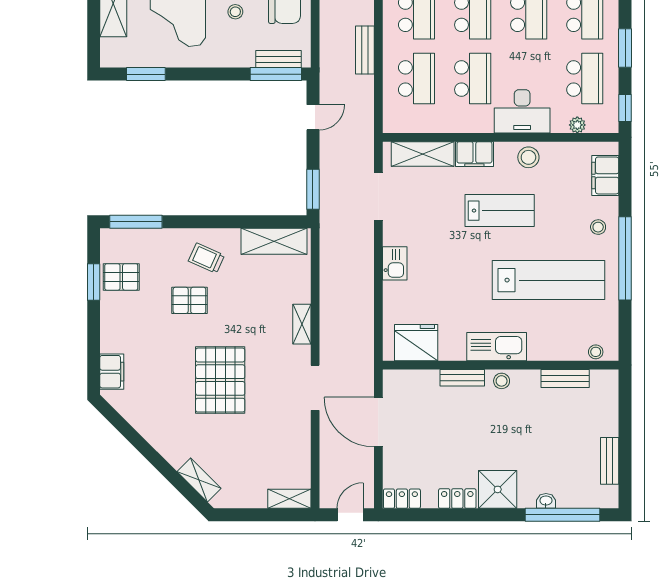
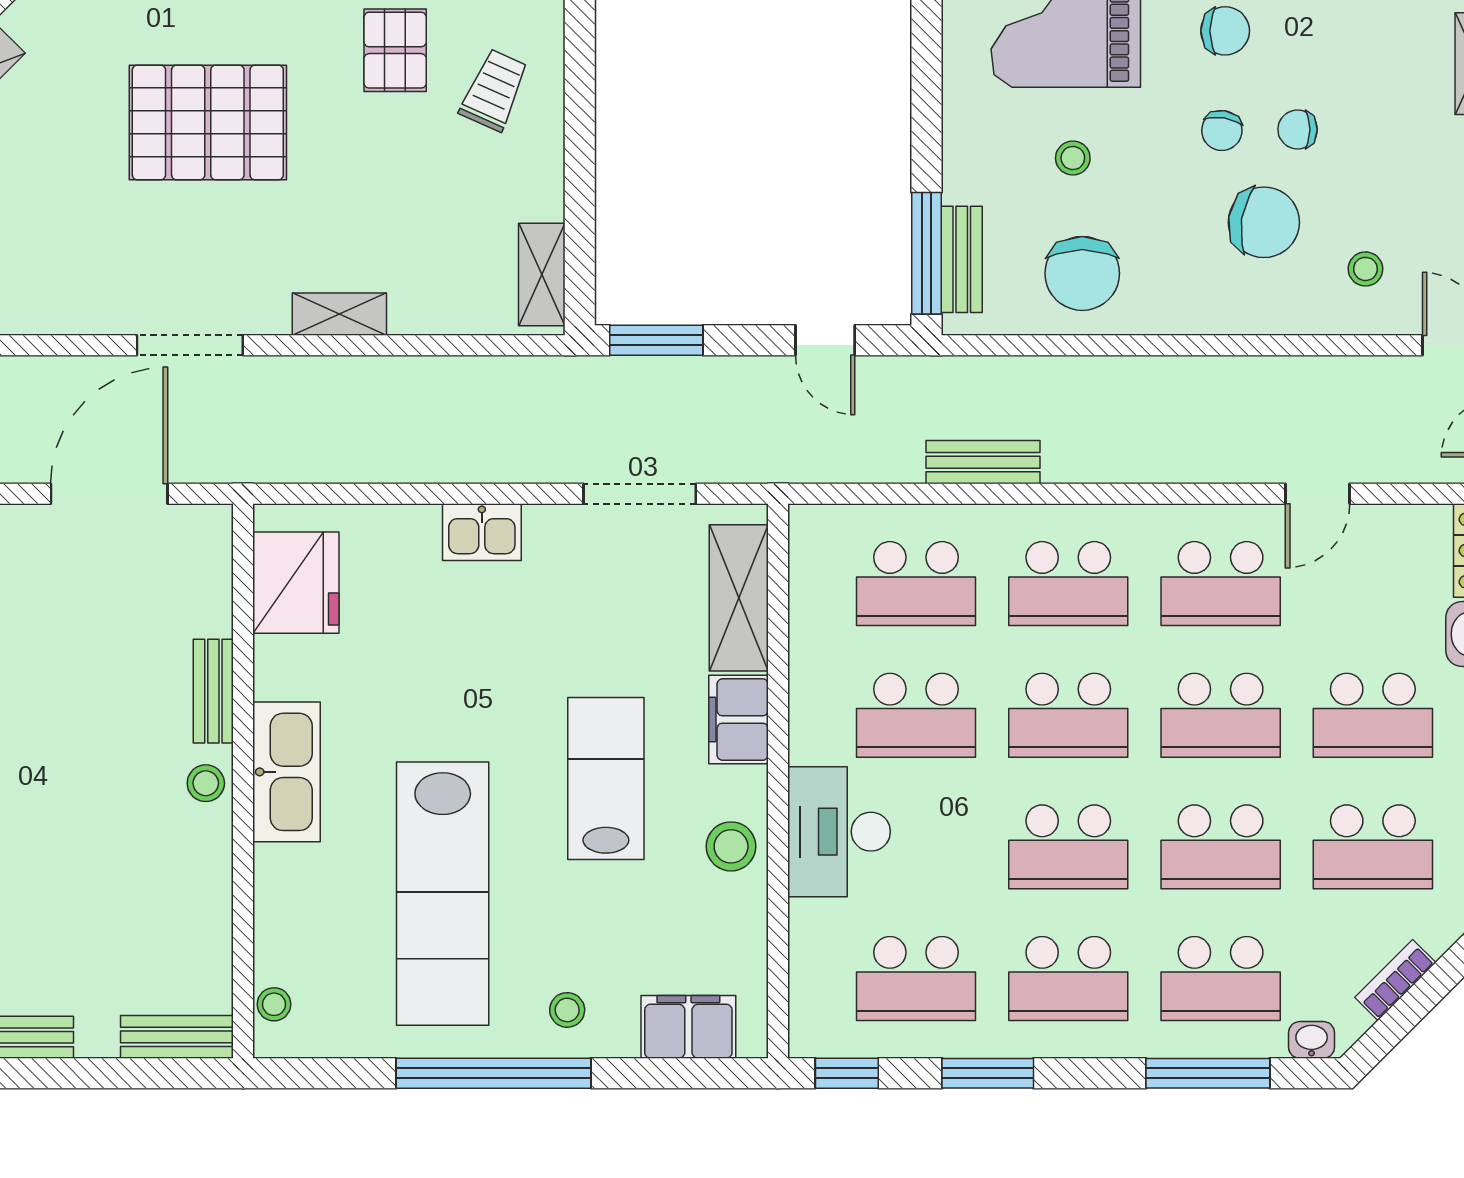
plant: (577, 125) -> (807, 961), removed
lab bench: (500, 211) -> (606, 779), turned 180
shelving: (274, 241) -> (542, 275), width x0.67, depth x0.75
bench: (565, 378) -> (177, 1037), moved, turned 90

